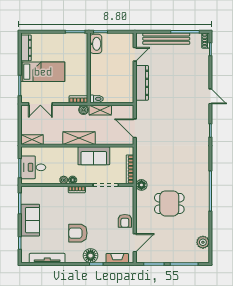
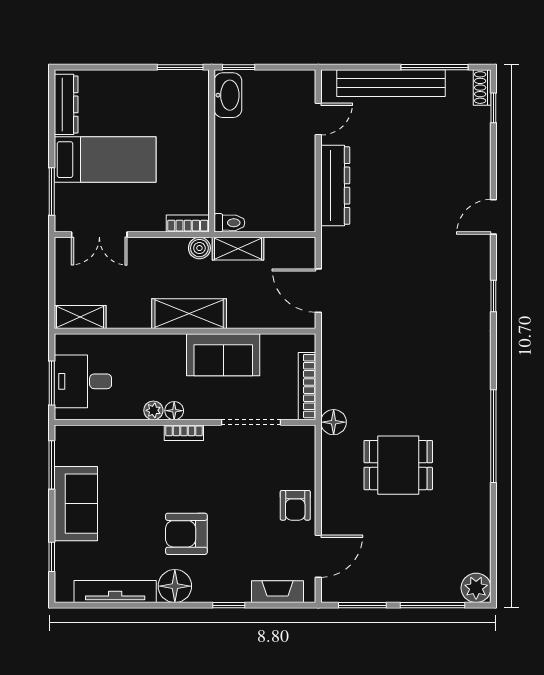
door: (210, 96) -> (493, 217), swing flipped
plant: (203, 242) -> (476, 588), moved
floor lamp: (91, 256) -> (175, 586), moved

